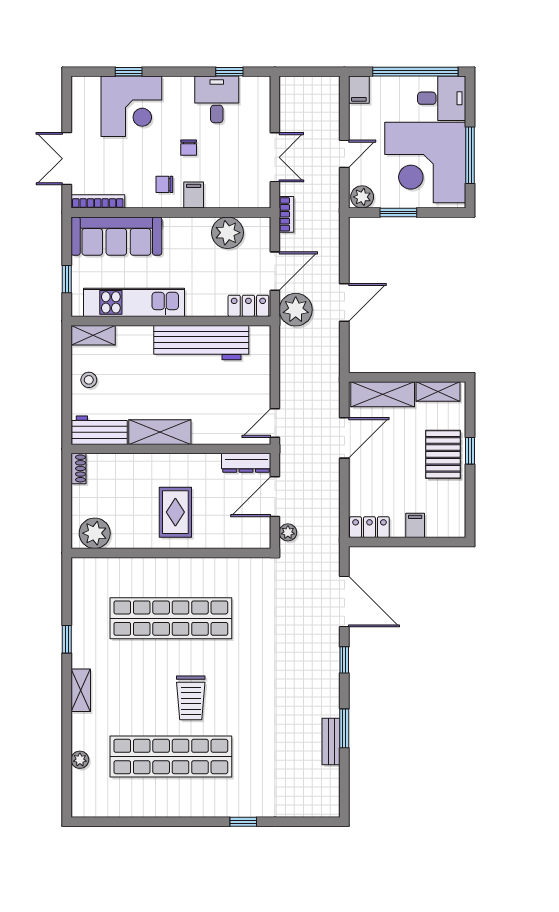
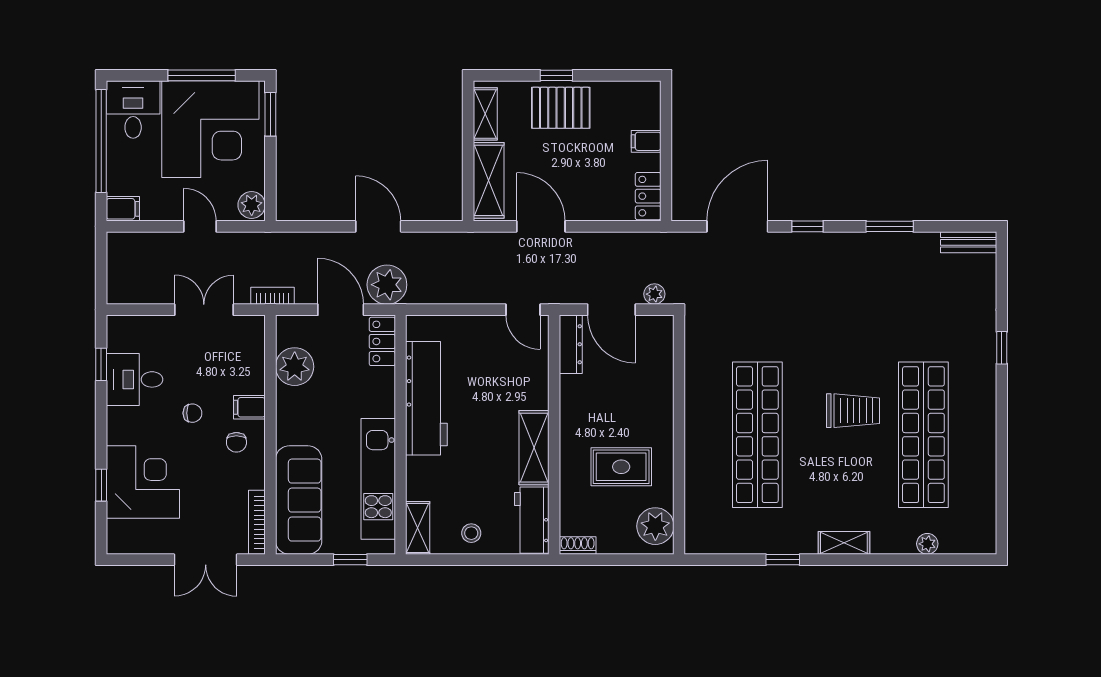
window: (398, 213) -> (270, 114), moved
rug: (175, 512) -> (621, 467), moved
bench: (331, 742) -> (969, 242), moved

